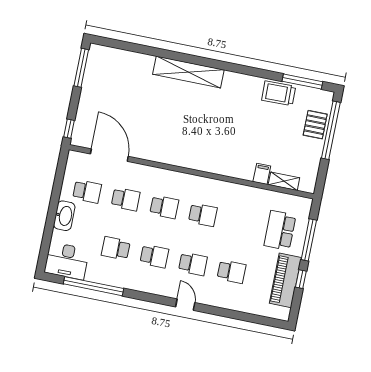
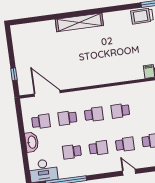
window: (81, 68) -> (10, 44), removed
window: (69, 129) -> (14, 74), moved
school desk: (126, 199) -> (67, 118), turned 180
school desk: (203, 215) -> (120, 111), turned 180

